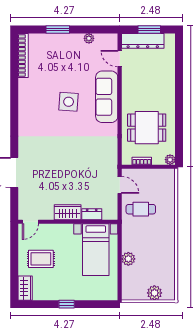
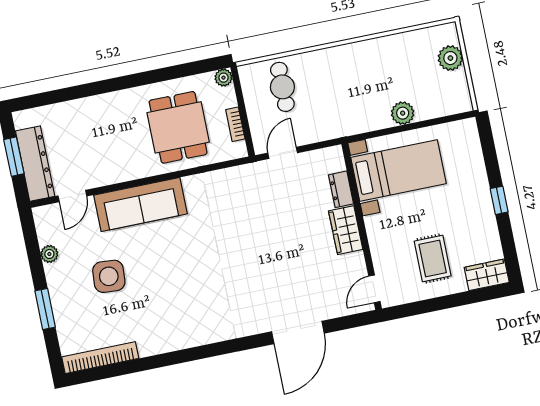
side table: (69, 102) -> (109, 276), moved
cafe table: (141, 209) -> (282, 87), moved
door: (30, 222) -> (374, 289), swing flipped

